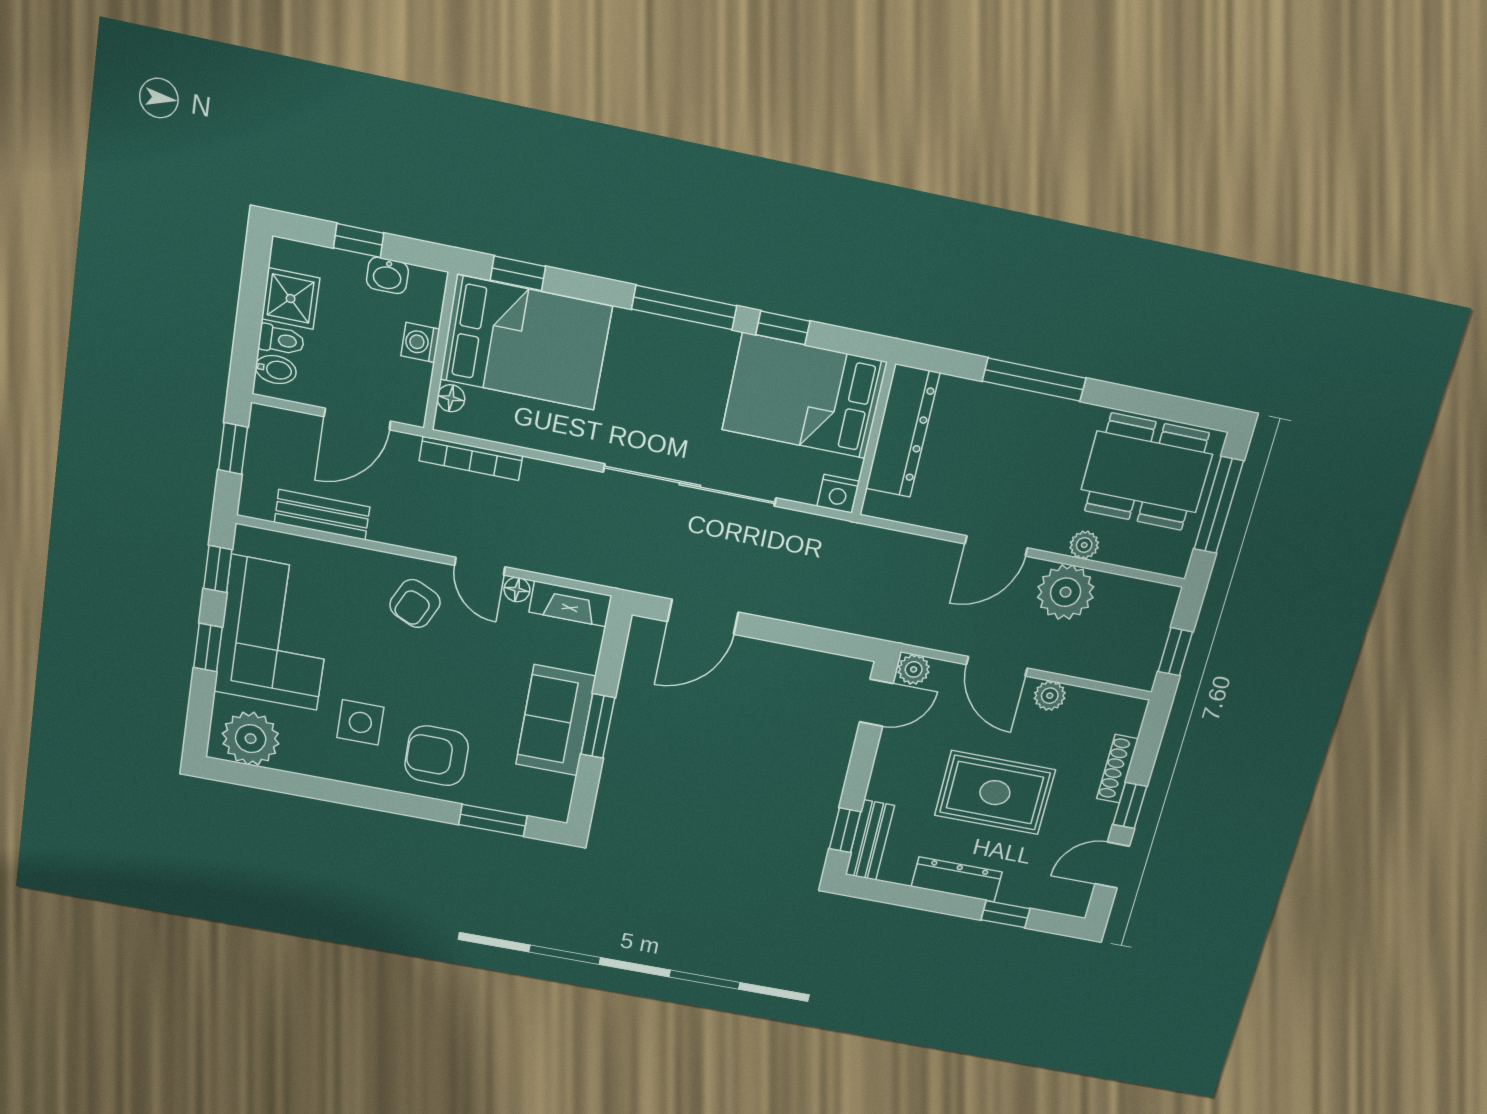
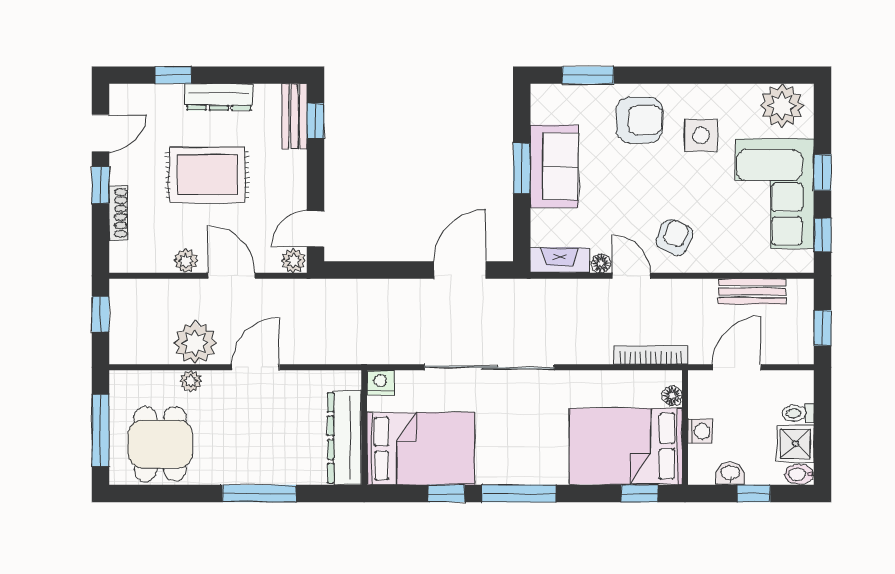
bidet: (276, 370) -> (799, 474), moved
dining table: (1147, 472) -> (160, 444), width x0.73

